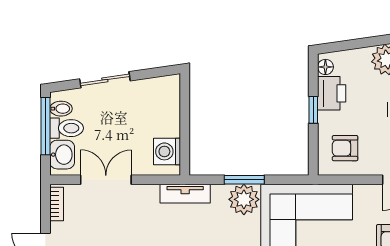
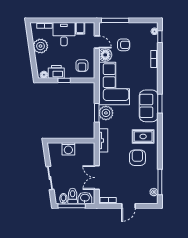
washing machine: (167, 151) -> (68, 149), moved
floor lamp: (368, 198) -> (105, 55), added

